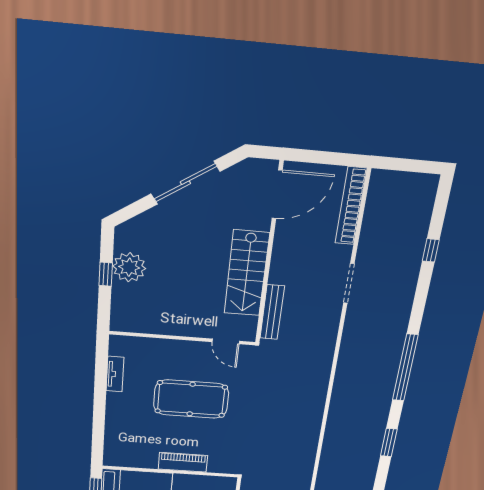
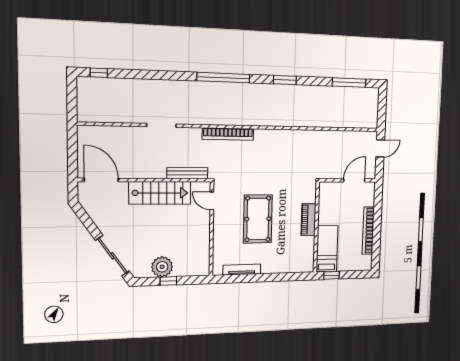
sliding door: (185, 183) -> (112, 256), moved
bookcase: (351, 206) -> (228, 134), moved
window: (431, 250) -> (99, 73), moved
door: (226, 341) -> (212, 201), swing flipped
tv unit: (115, 374) -> (242, 270), width x1.41

